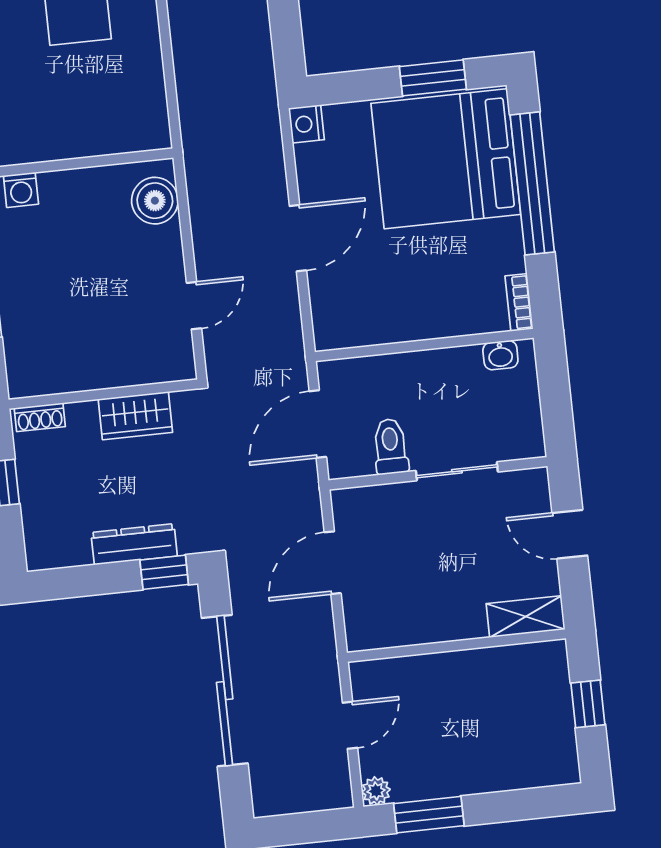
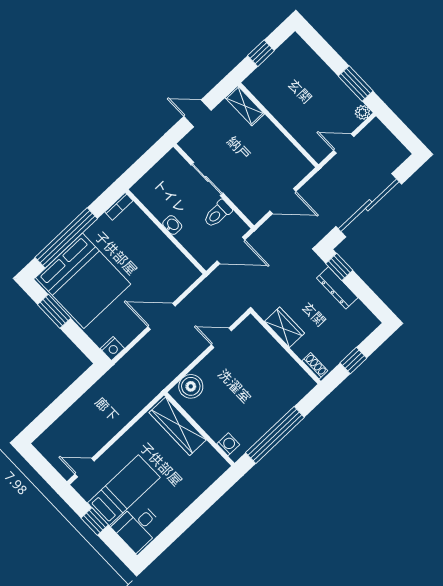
wardrobe: (109, 133) -> (178, 426), added
washbasin: (500, 355) -> (172, 225), moved
door: (570, 534) -> (197, 113), swing flipped

